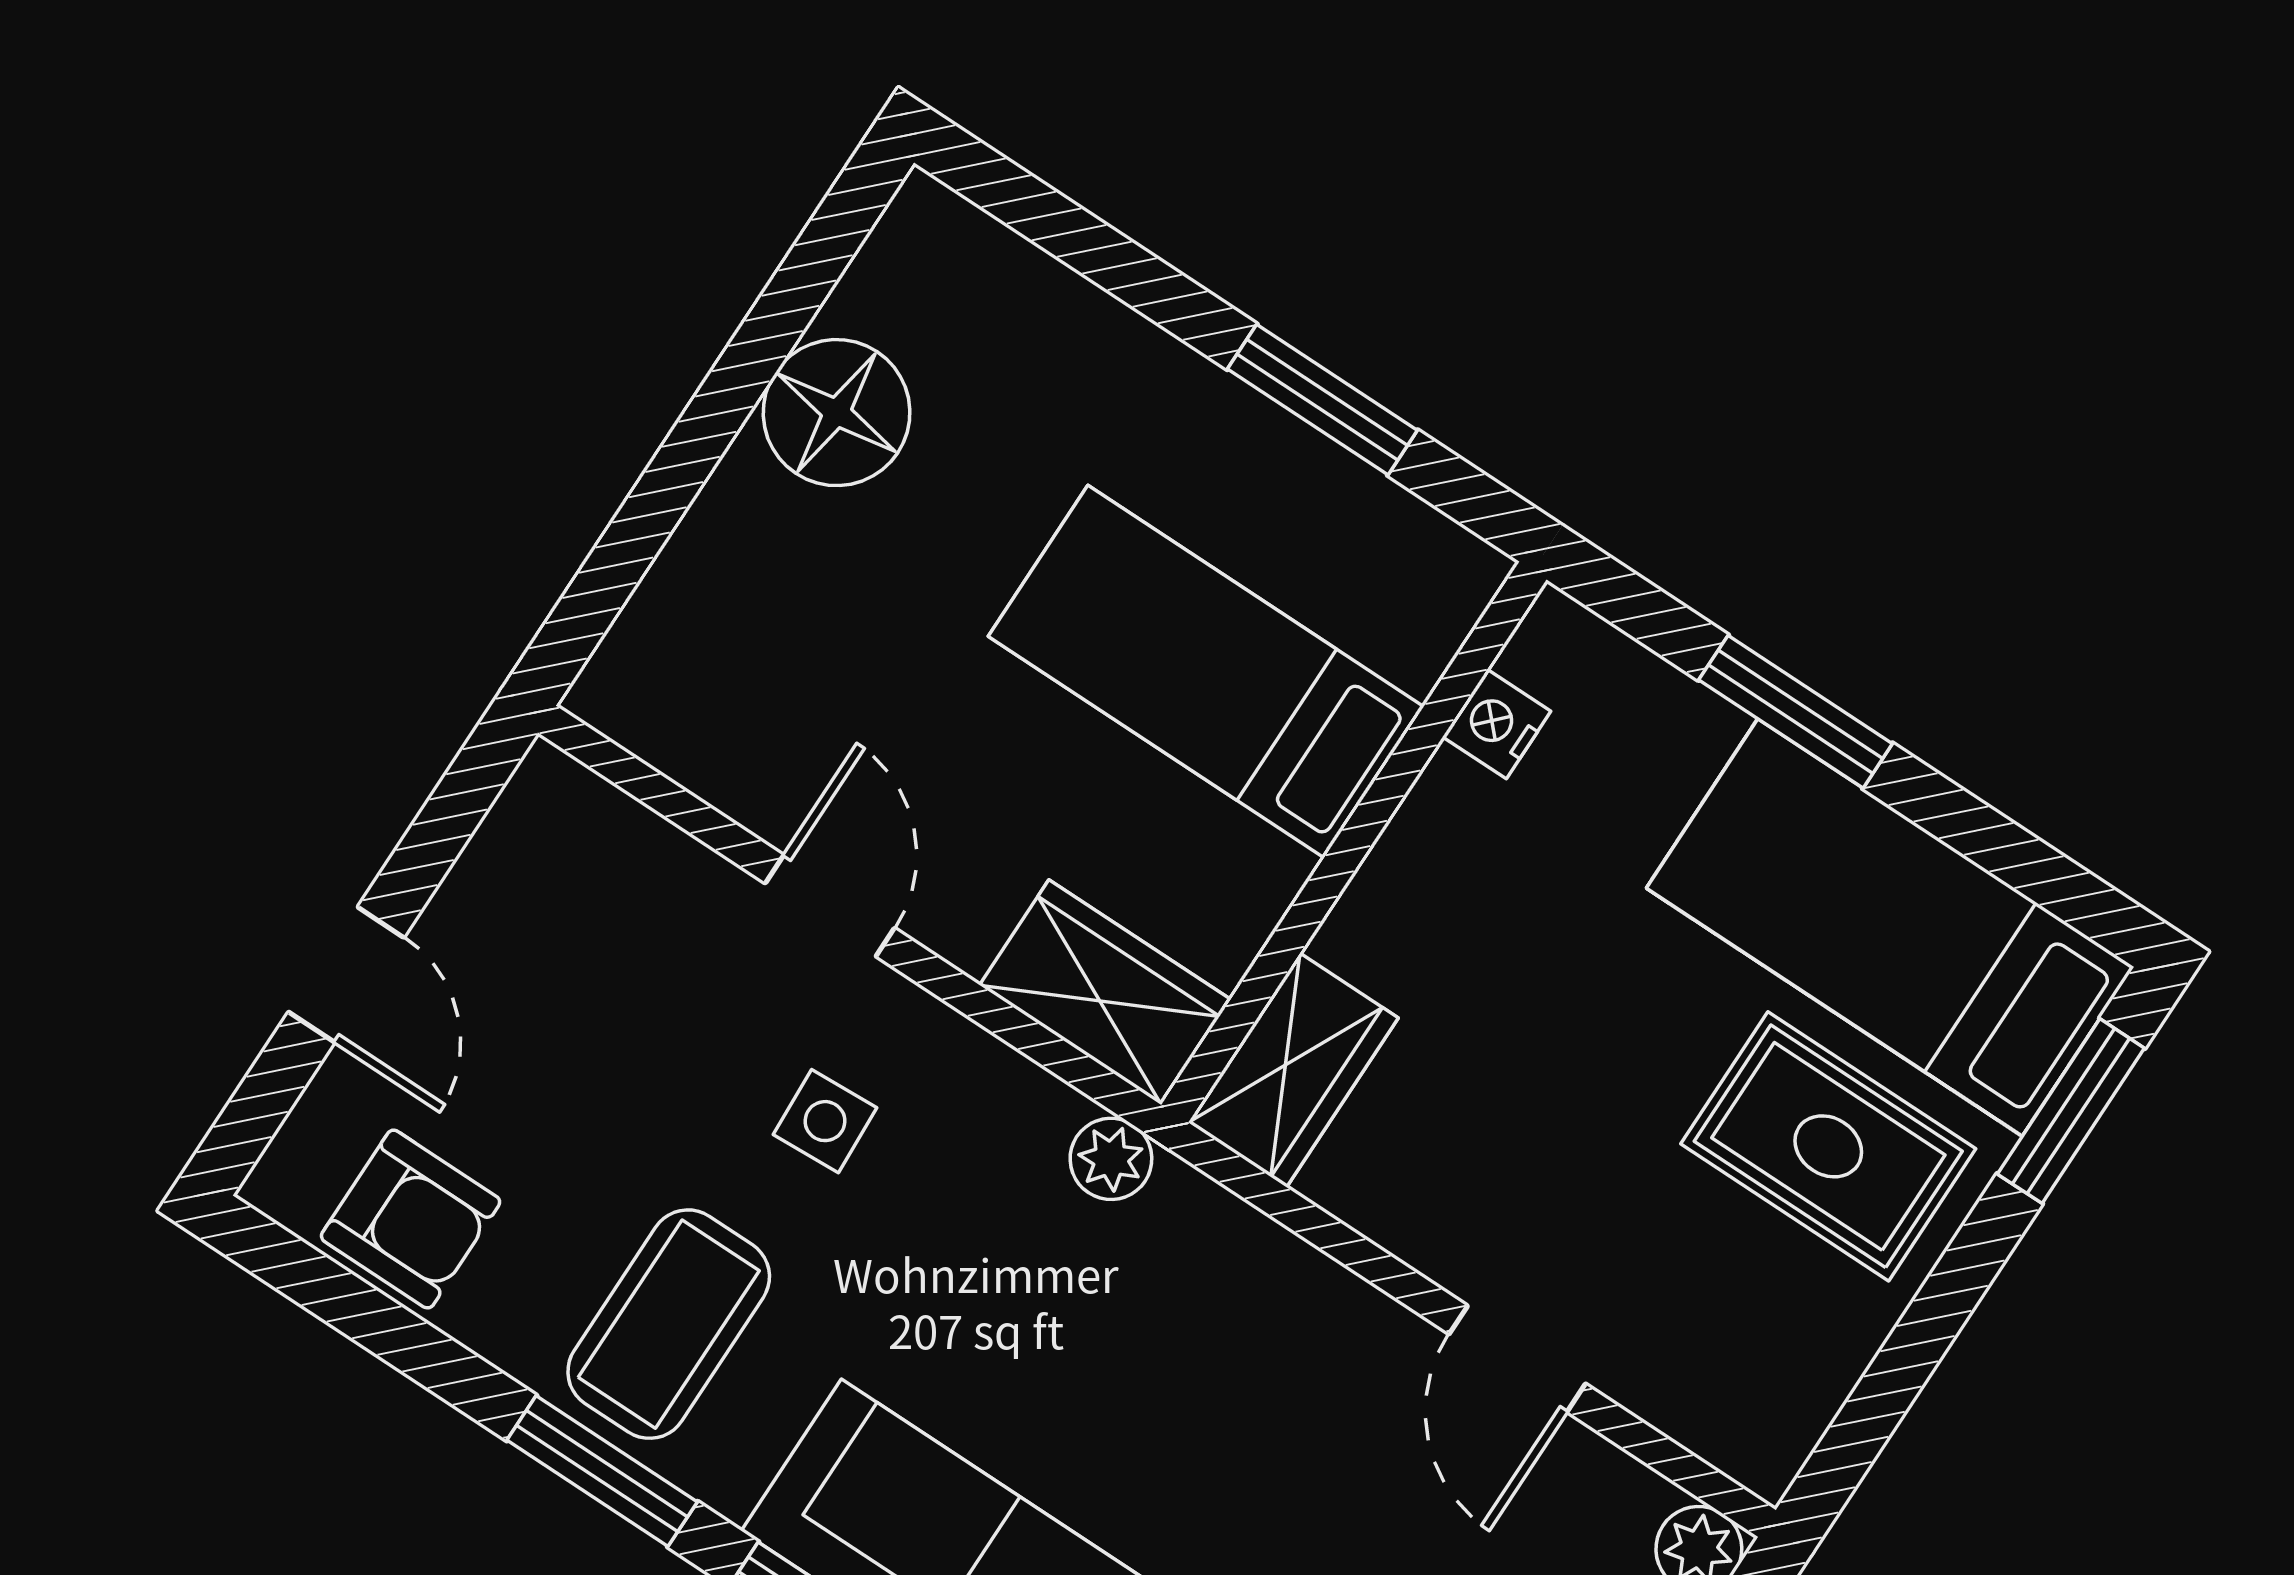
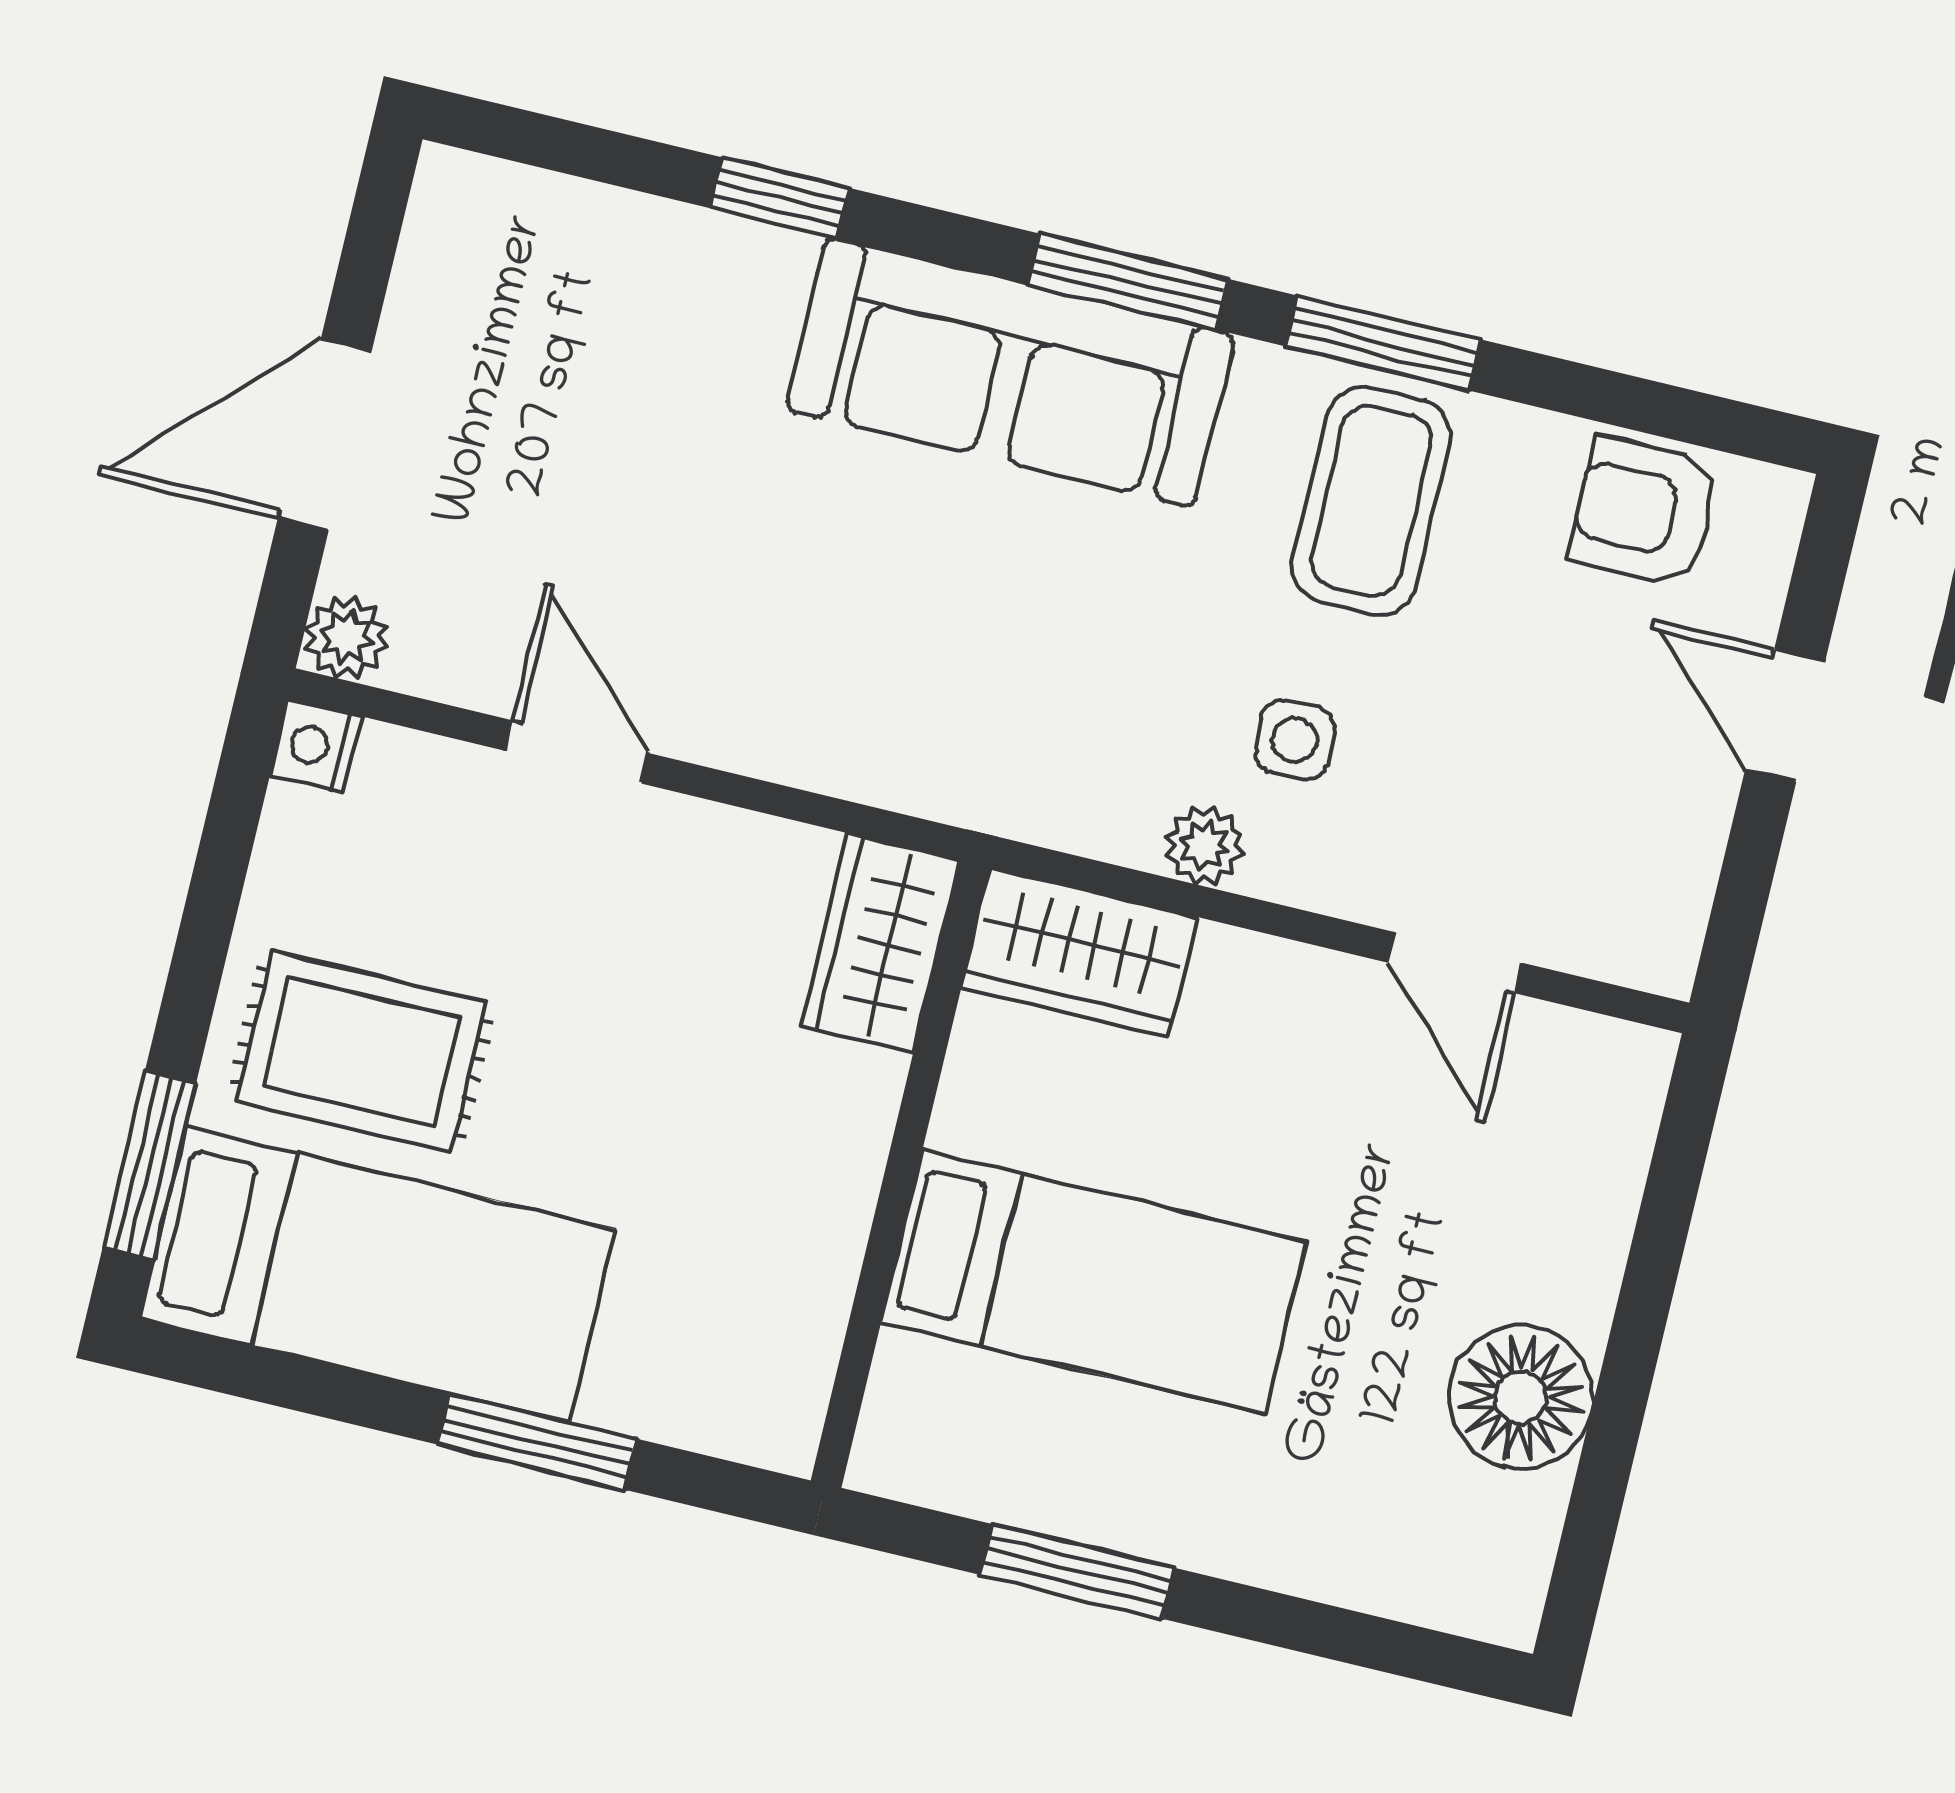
nightstand: (1497, 724) -> (315, 746), moved, turned 180
door: (830, 906) -> (1455, 963), moved
plant: (1111, 1159) -> (1205, 845), moved

